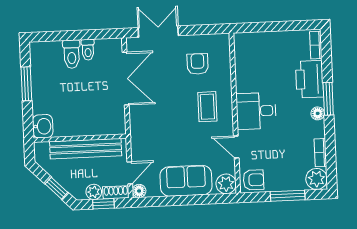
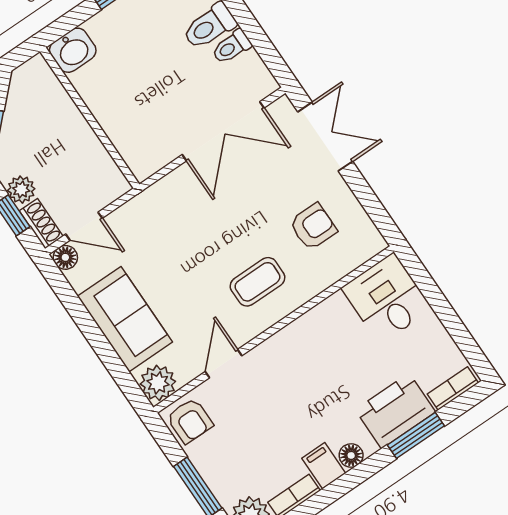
window: (328, 99) -> (416, 435), moved
desk: (256, 111) -> (387, 299), moved
filing cabinet: (315, 129) -> (324, 466), added
bench: (86, 149) -> (79, 136), removed

